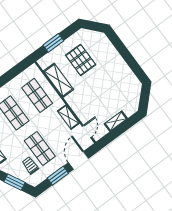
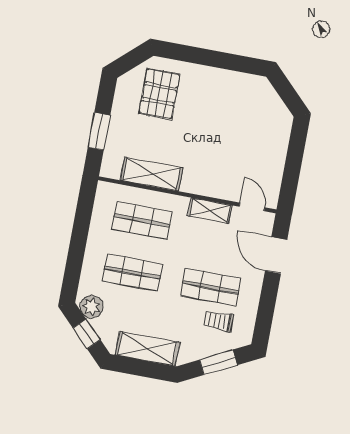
pallet: (81, 60) -> (159, 94), moved, turned 90
shelving: (116, 121) -> (277, 158), removed
window: (58, 176) -> (268, 301), removed

